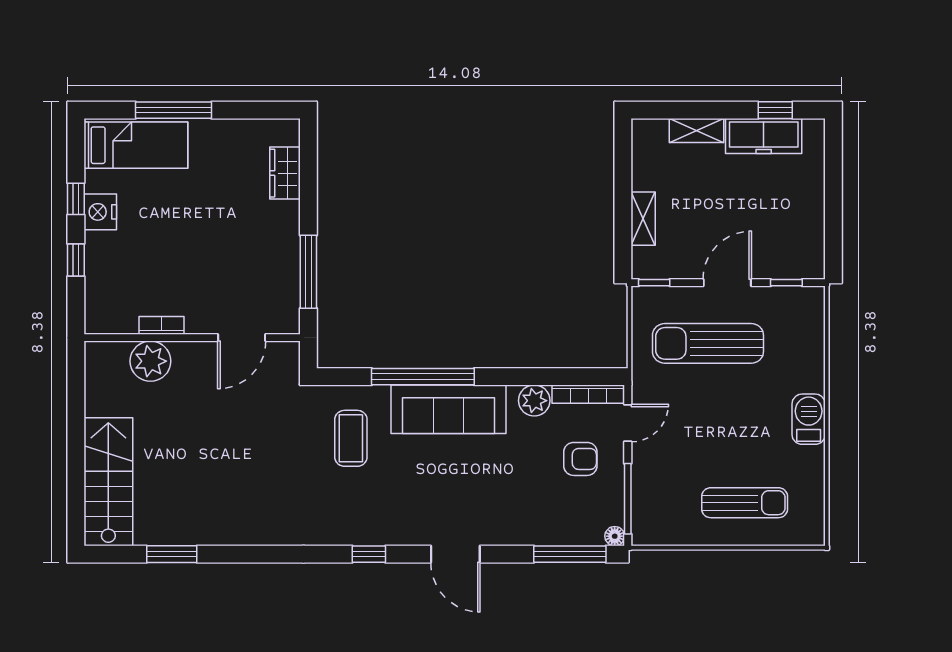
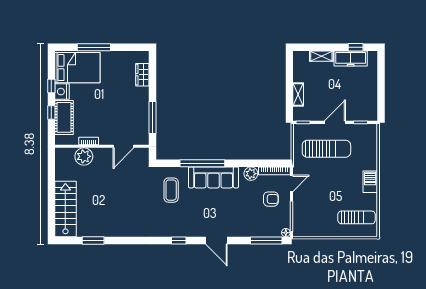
bed: (136, 145) -> (77, 68), width x1.50
cot: (105, 271) -> (64, 117), added
sun lounger: (708, 343) -> (326, 149), turned 180
sun lounger: (745, 503) -> (357, 217), moved

